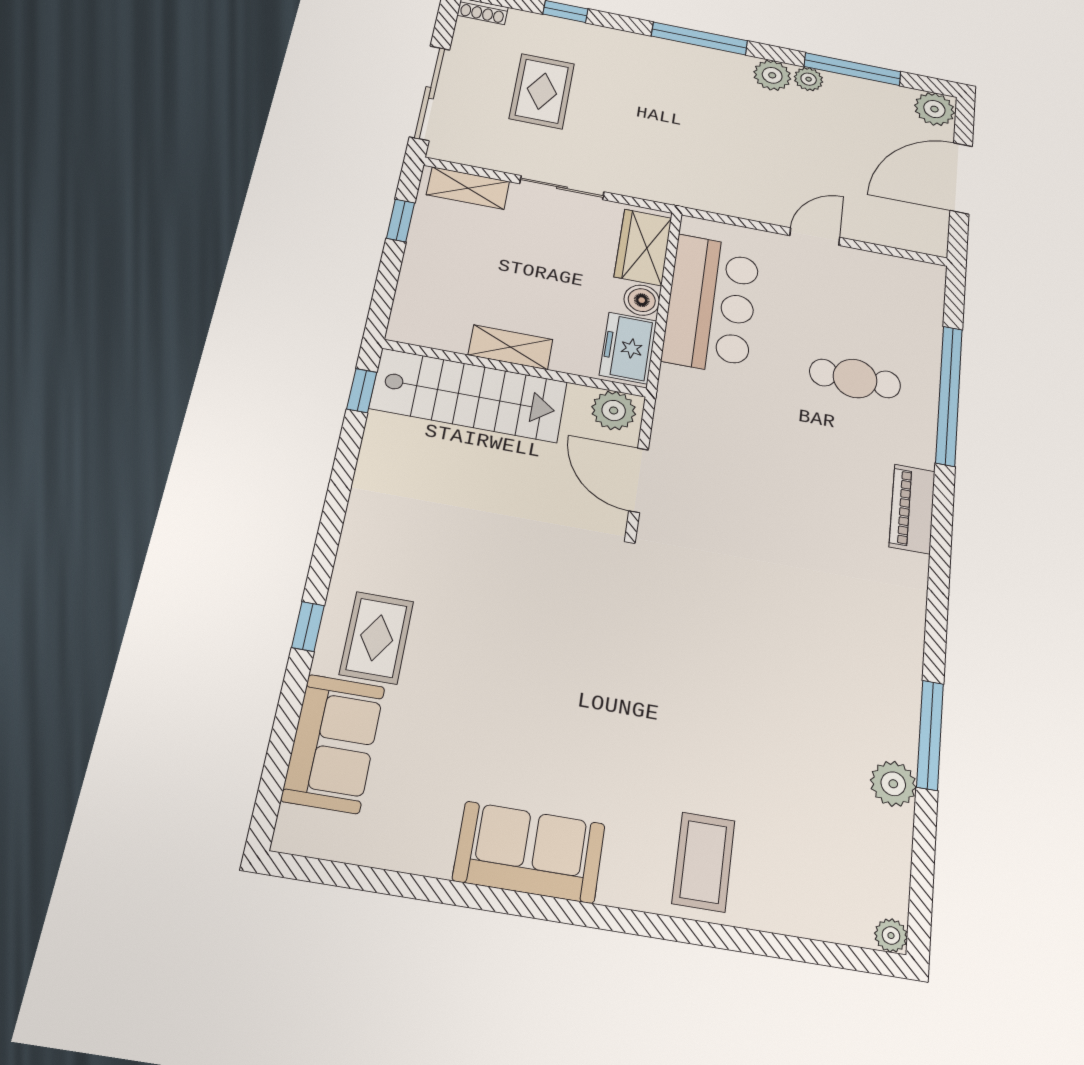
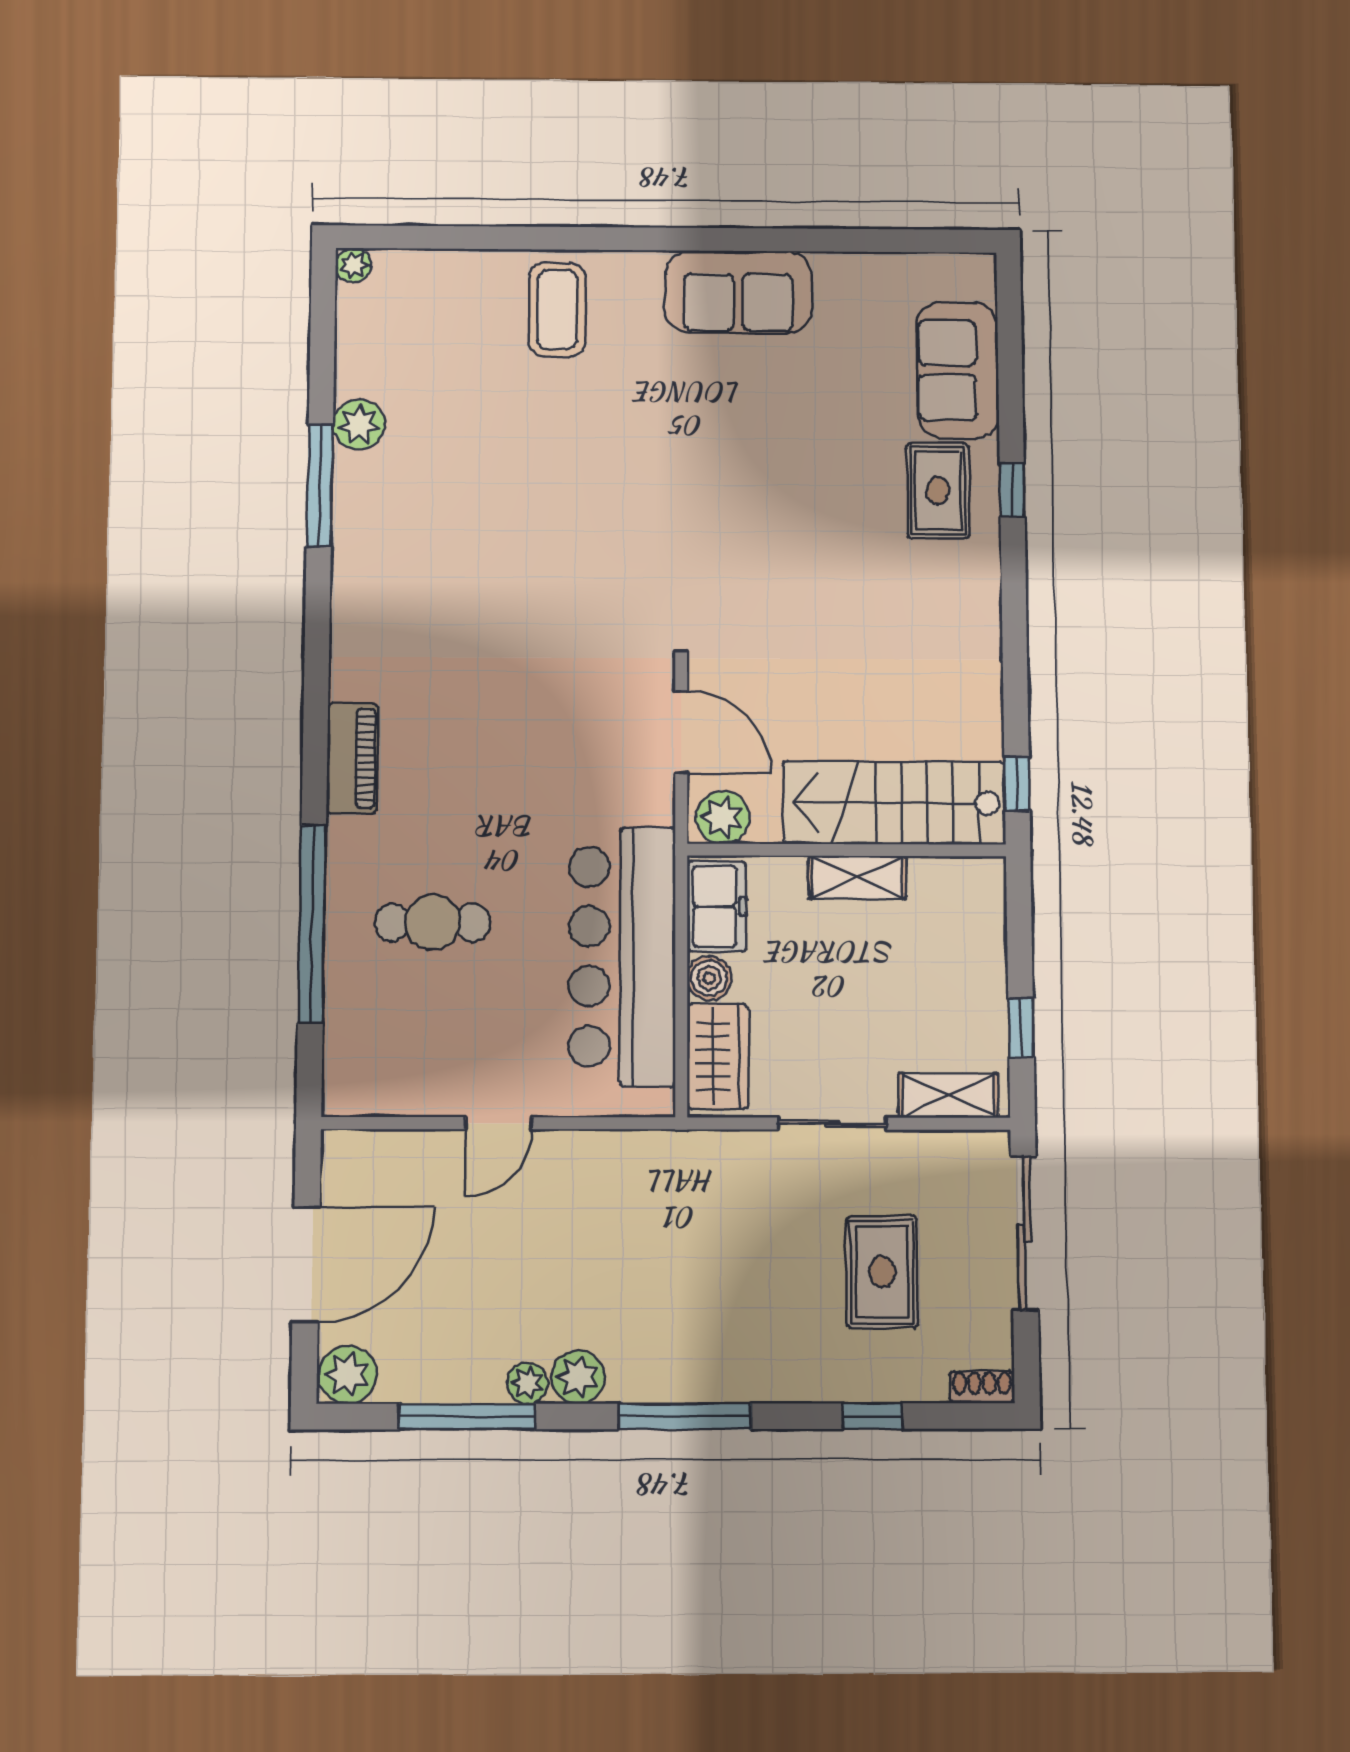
bar counter: (711, 304) -> (622, 956), width x1.36

